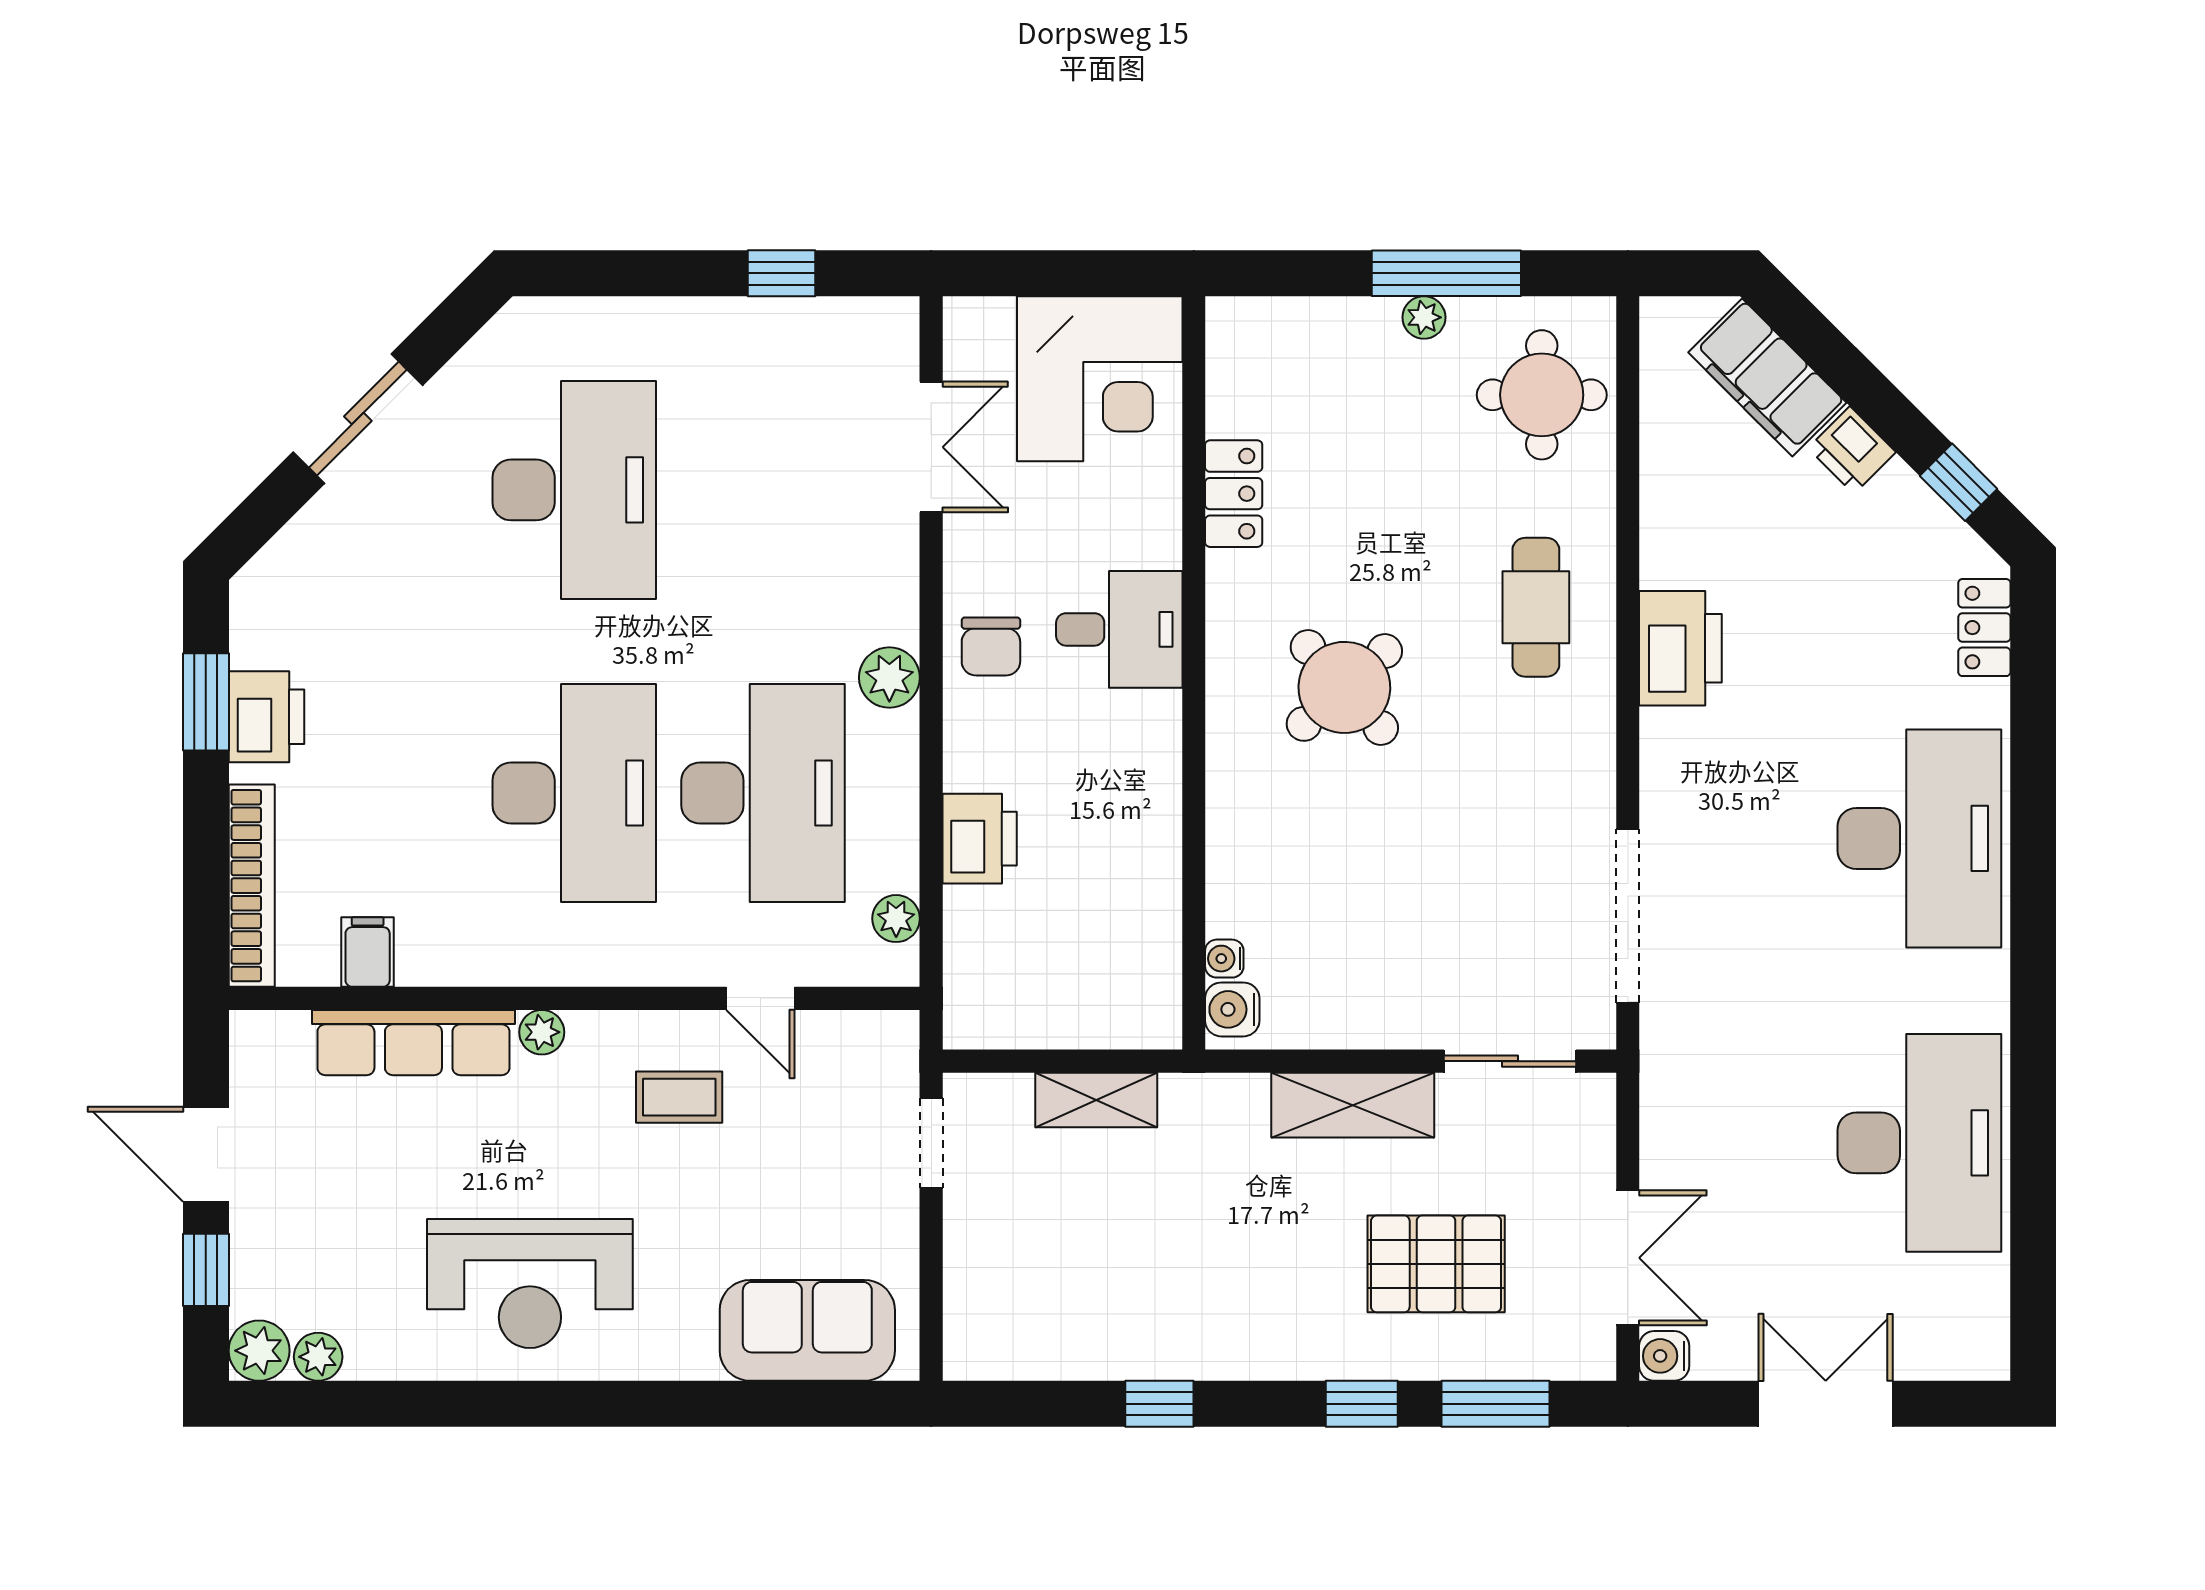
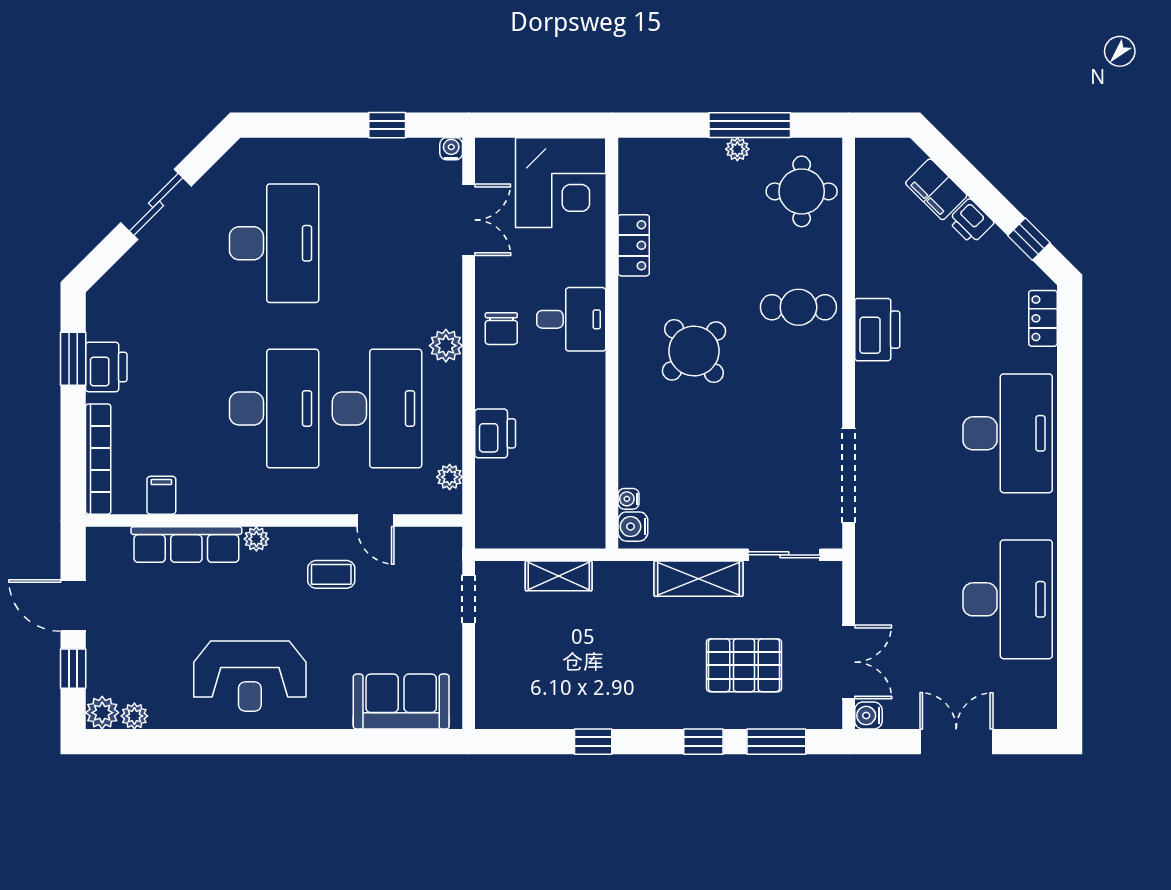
water cooler: (899, 317) -> (451, 149), added
filing cabinet: (1767, 378) -> (936, 189), width x0.67, depth x0.86
cafe table: (1536, 607) -> (798, 307), turned 90

